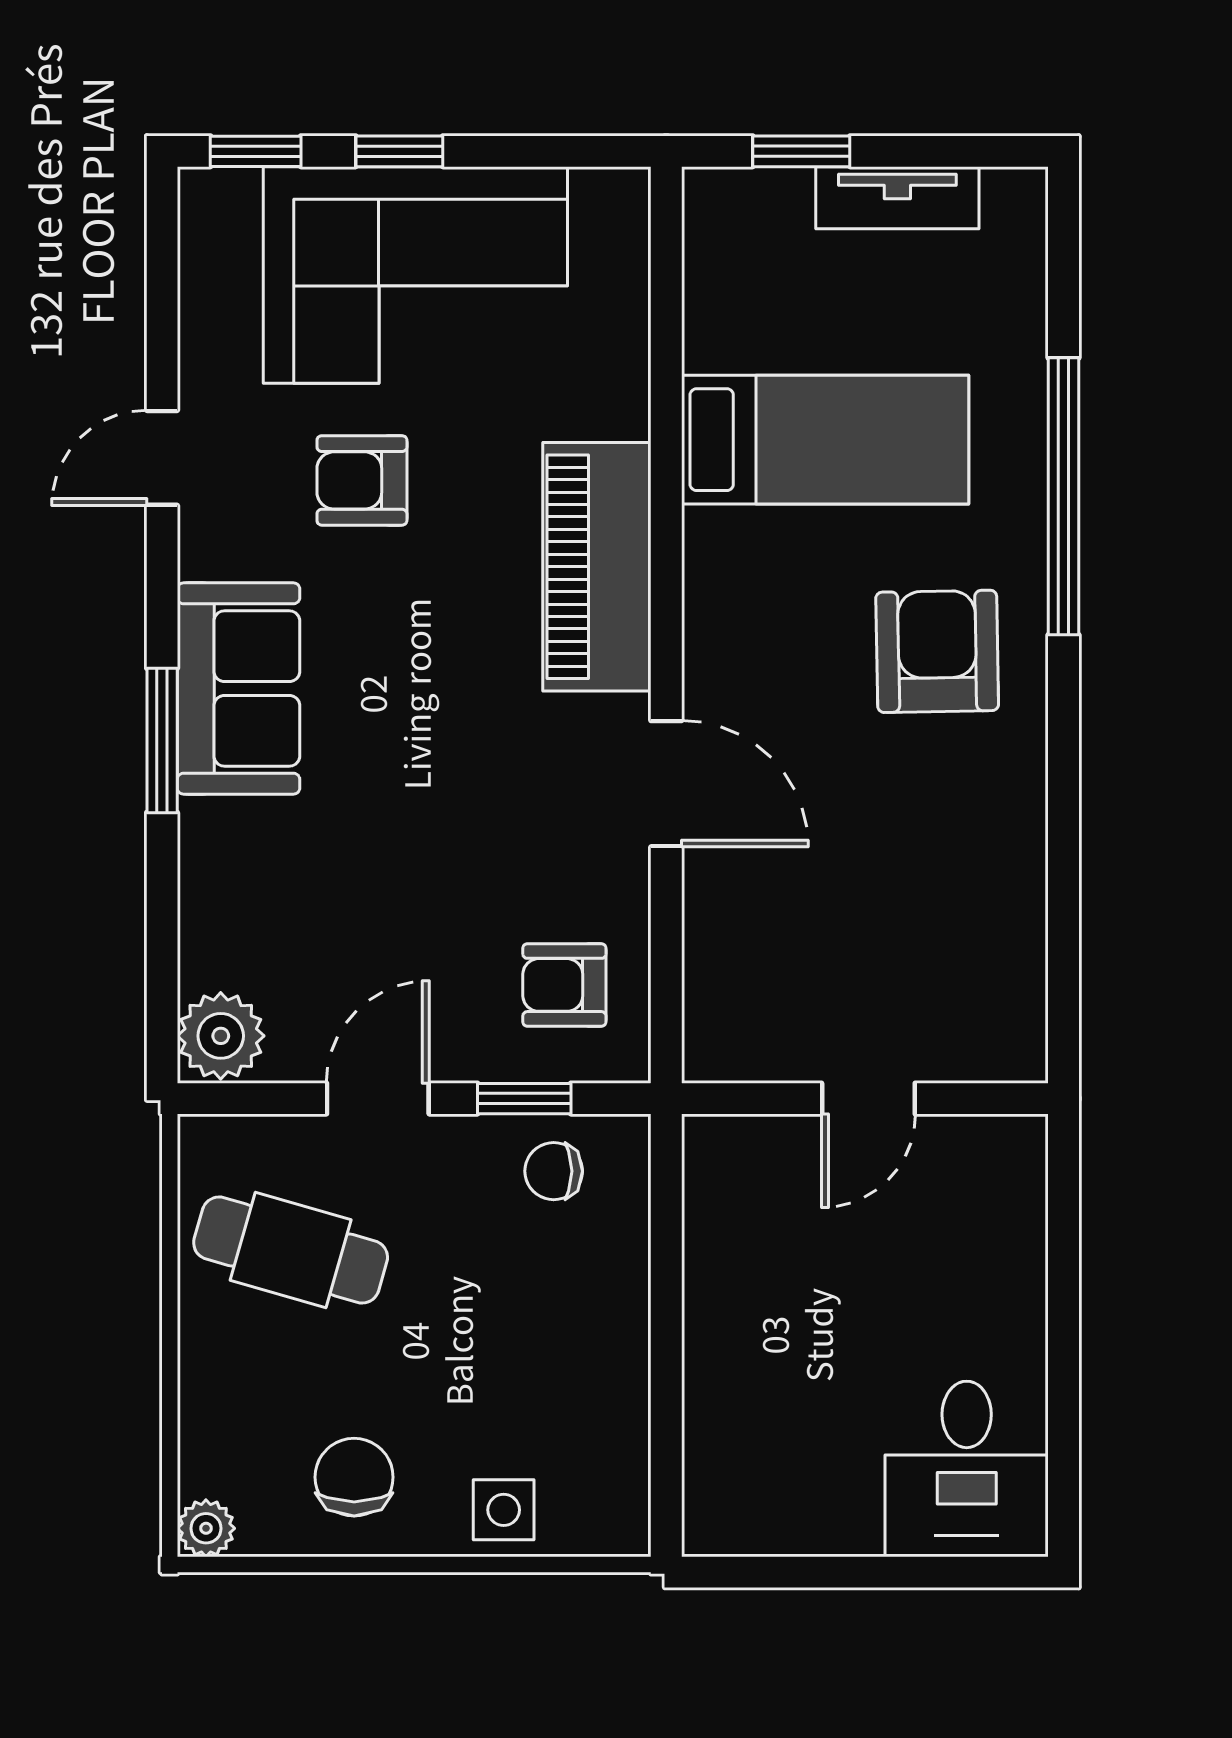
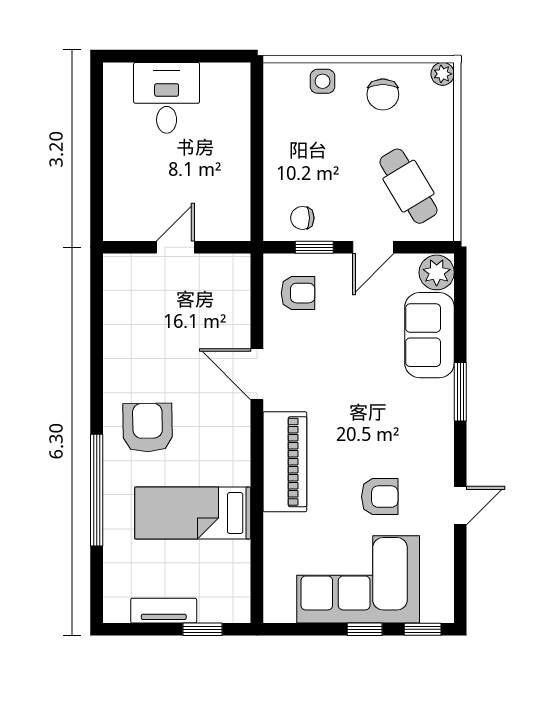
armchair: (937, 651) -> (148, 428), turned 180
sofa: (239, 689) -> (429, 335), moved
chair: (554, 1171) -> (302, 218), turned 180
cafe table: (291, 1250) -> (408, 186), turned 43
desk: (967, 1469) -> (167, 98), moved

